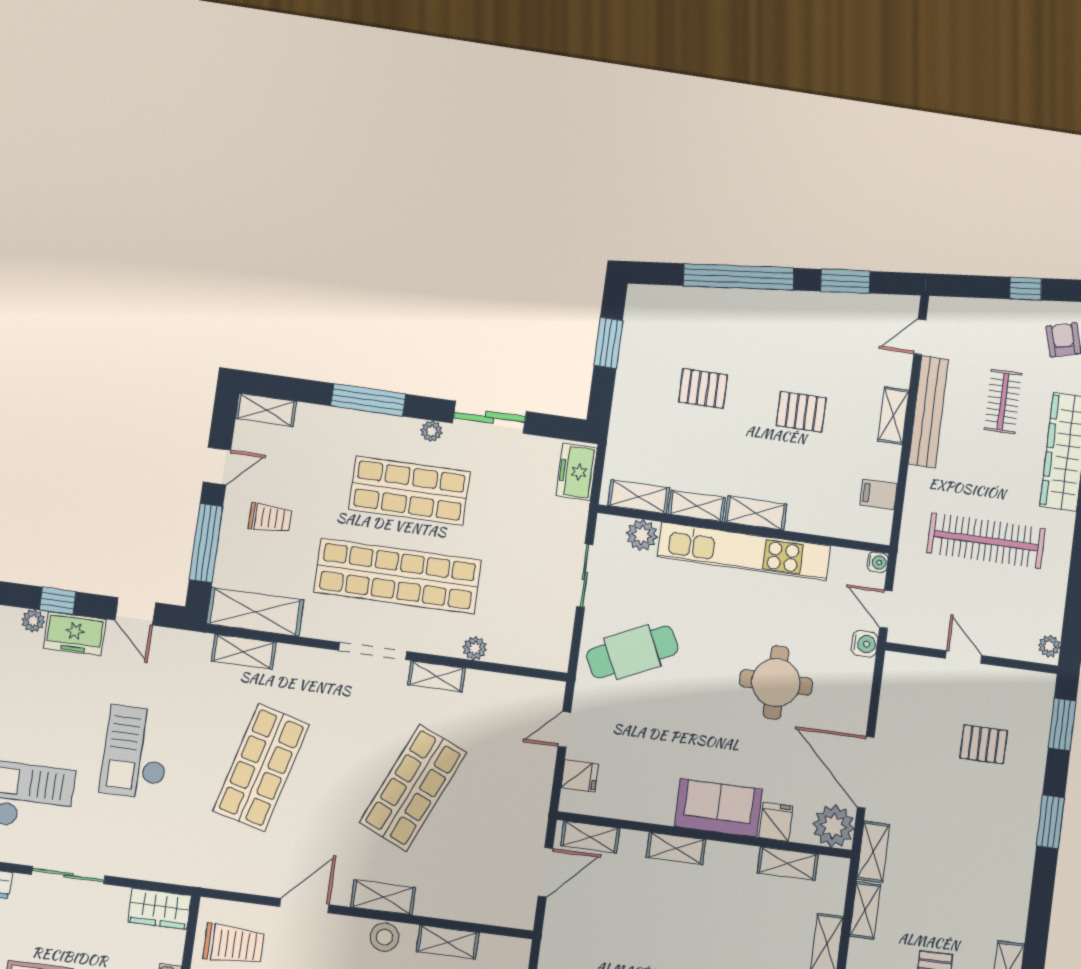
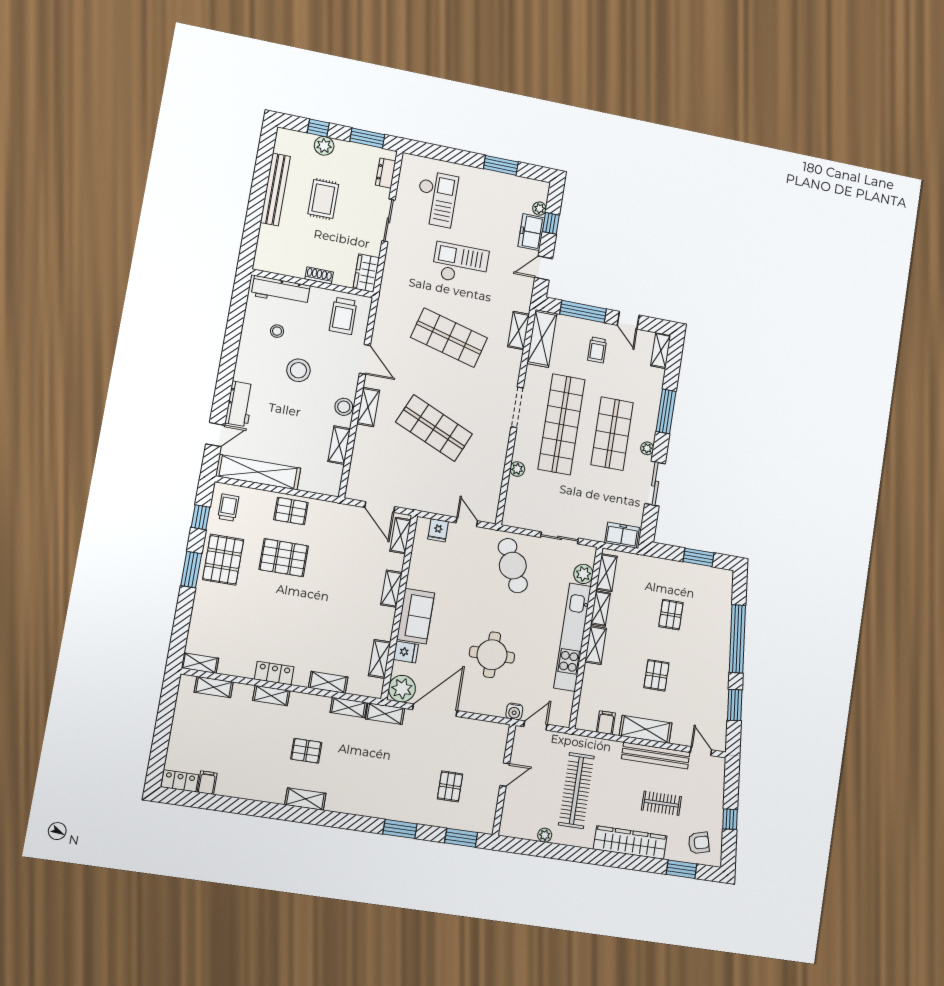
shelving: (893, 416) -> (646, 729), width x1.50, depth x1.33
water cooler: (878, 562) -> (564, 721), removed
plant: (1049, 646) -> (545, 835), moved
shelving: (437, 676) -> (501, 445), removed

